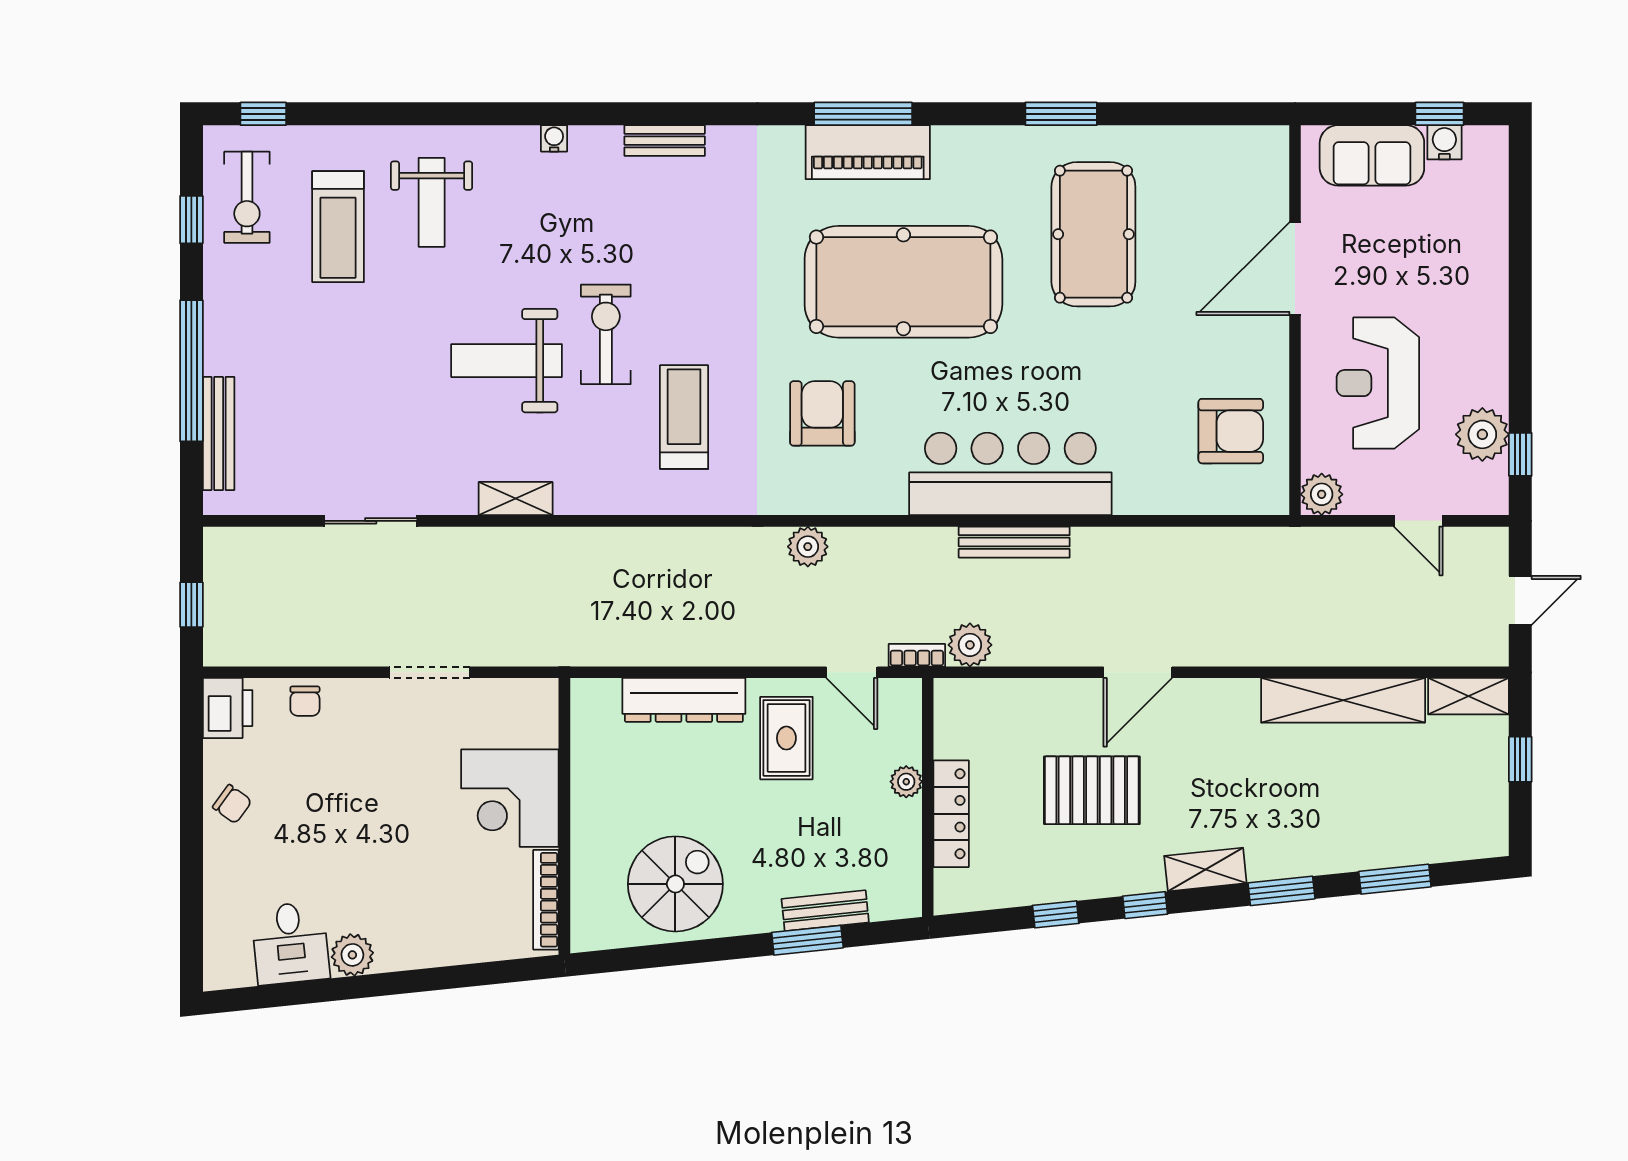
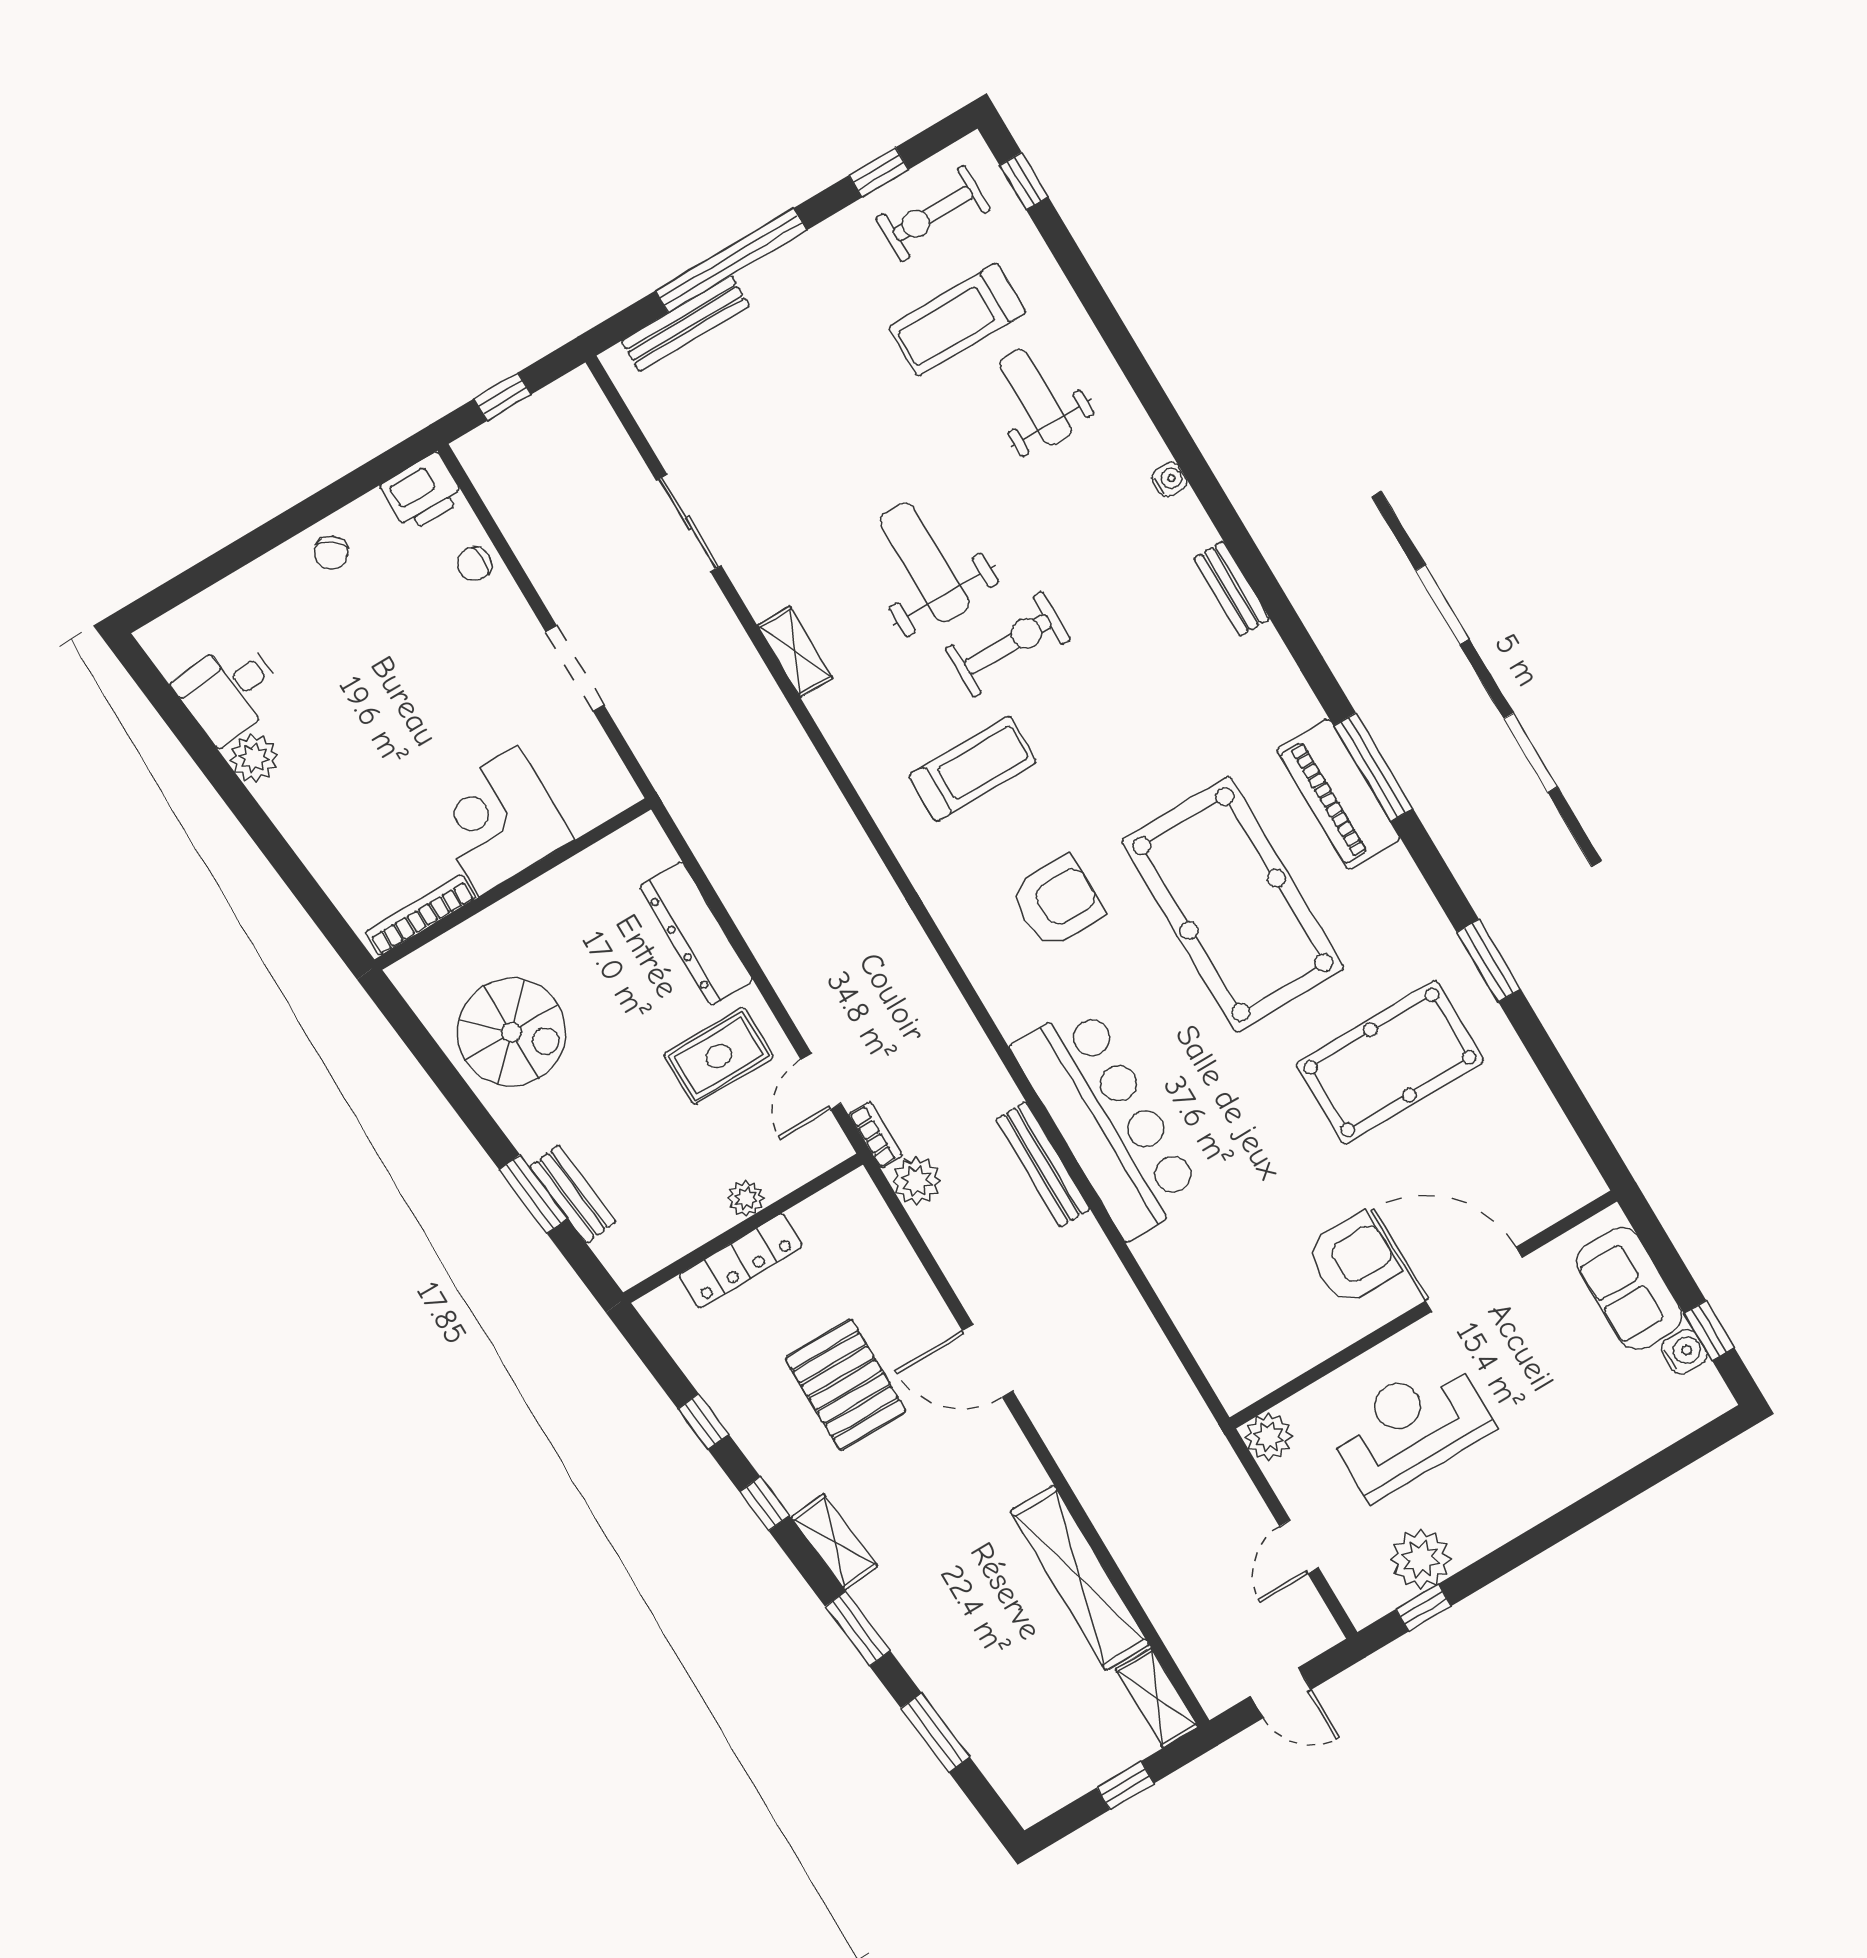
weight bench: (432, 202) -> (1035, 397), turned 90
armchair: (1231, 431) -> (1353, 1259), moved, turned -90
plant: (808, 547) -> (918, 965), removed

